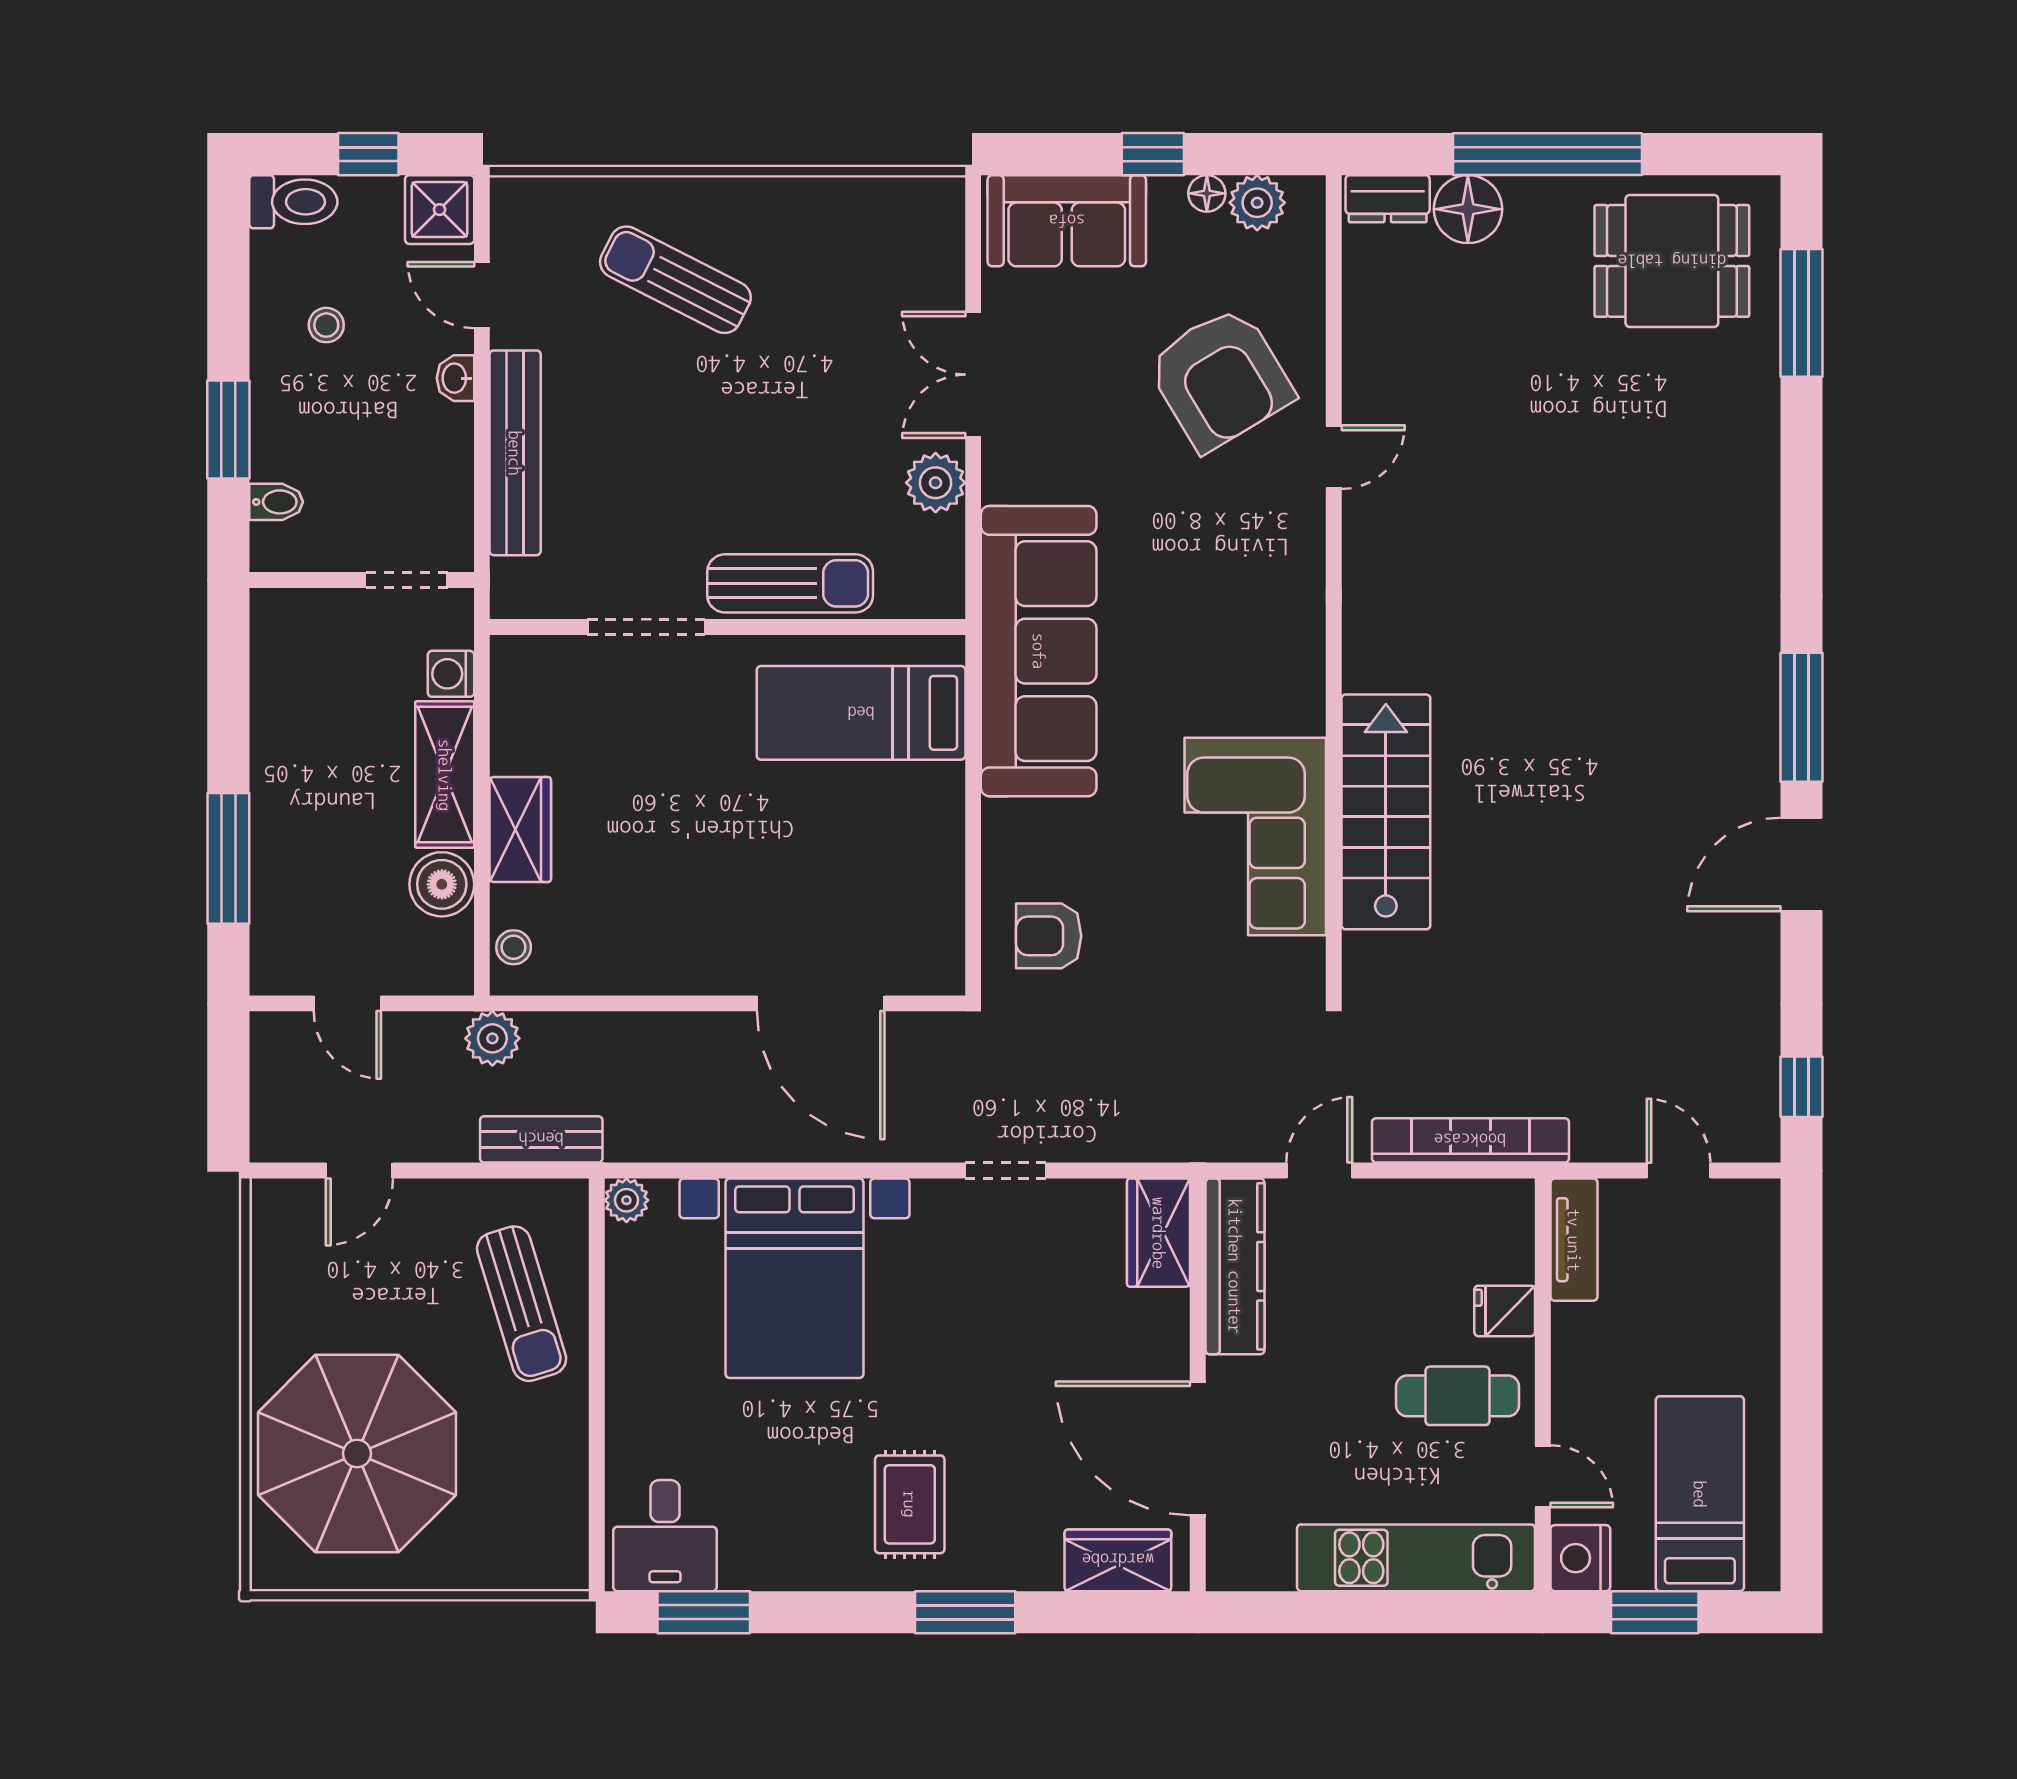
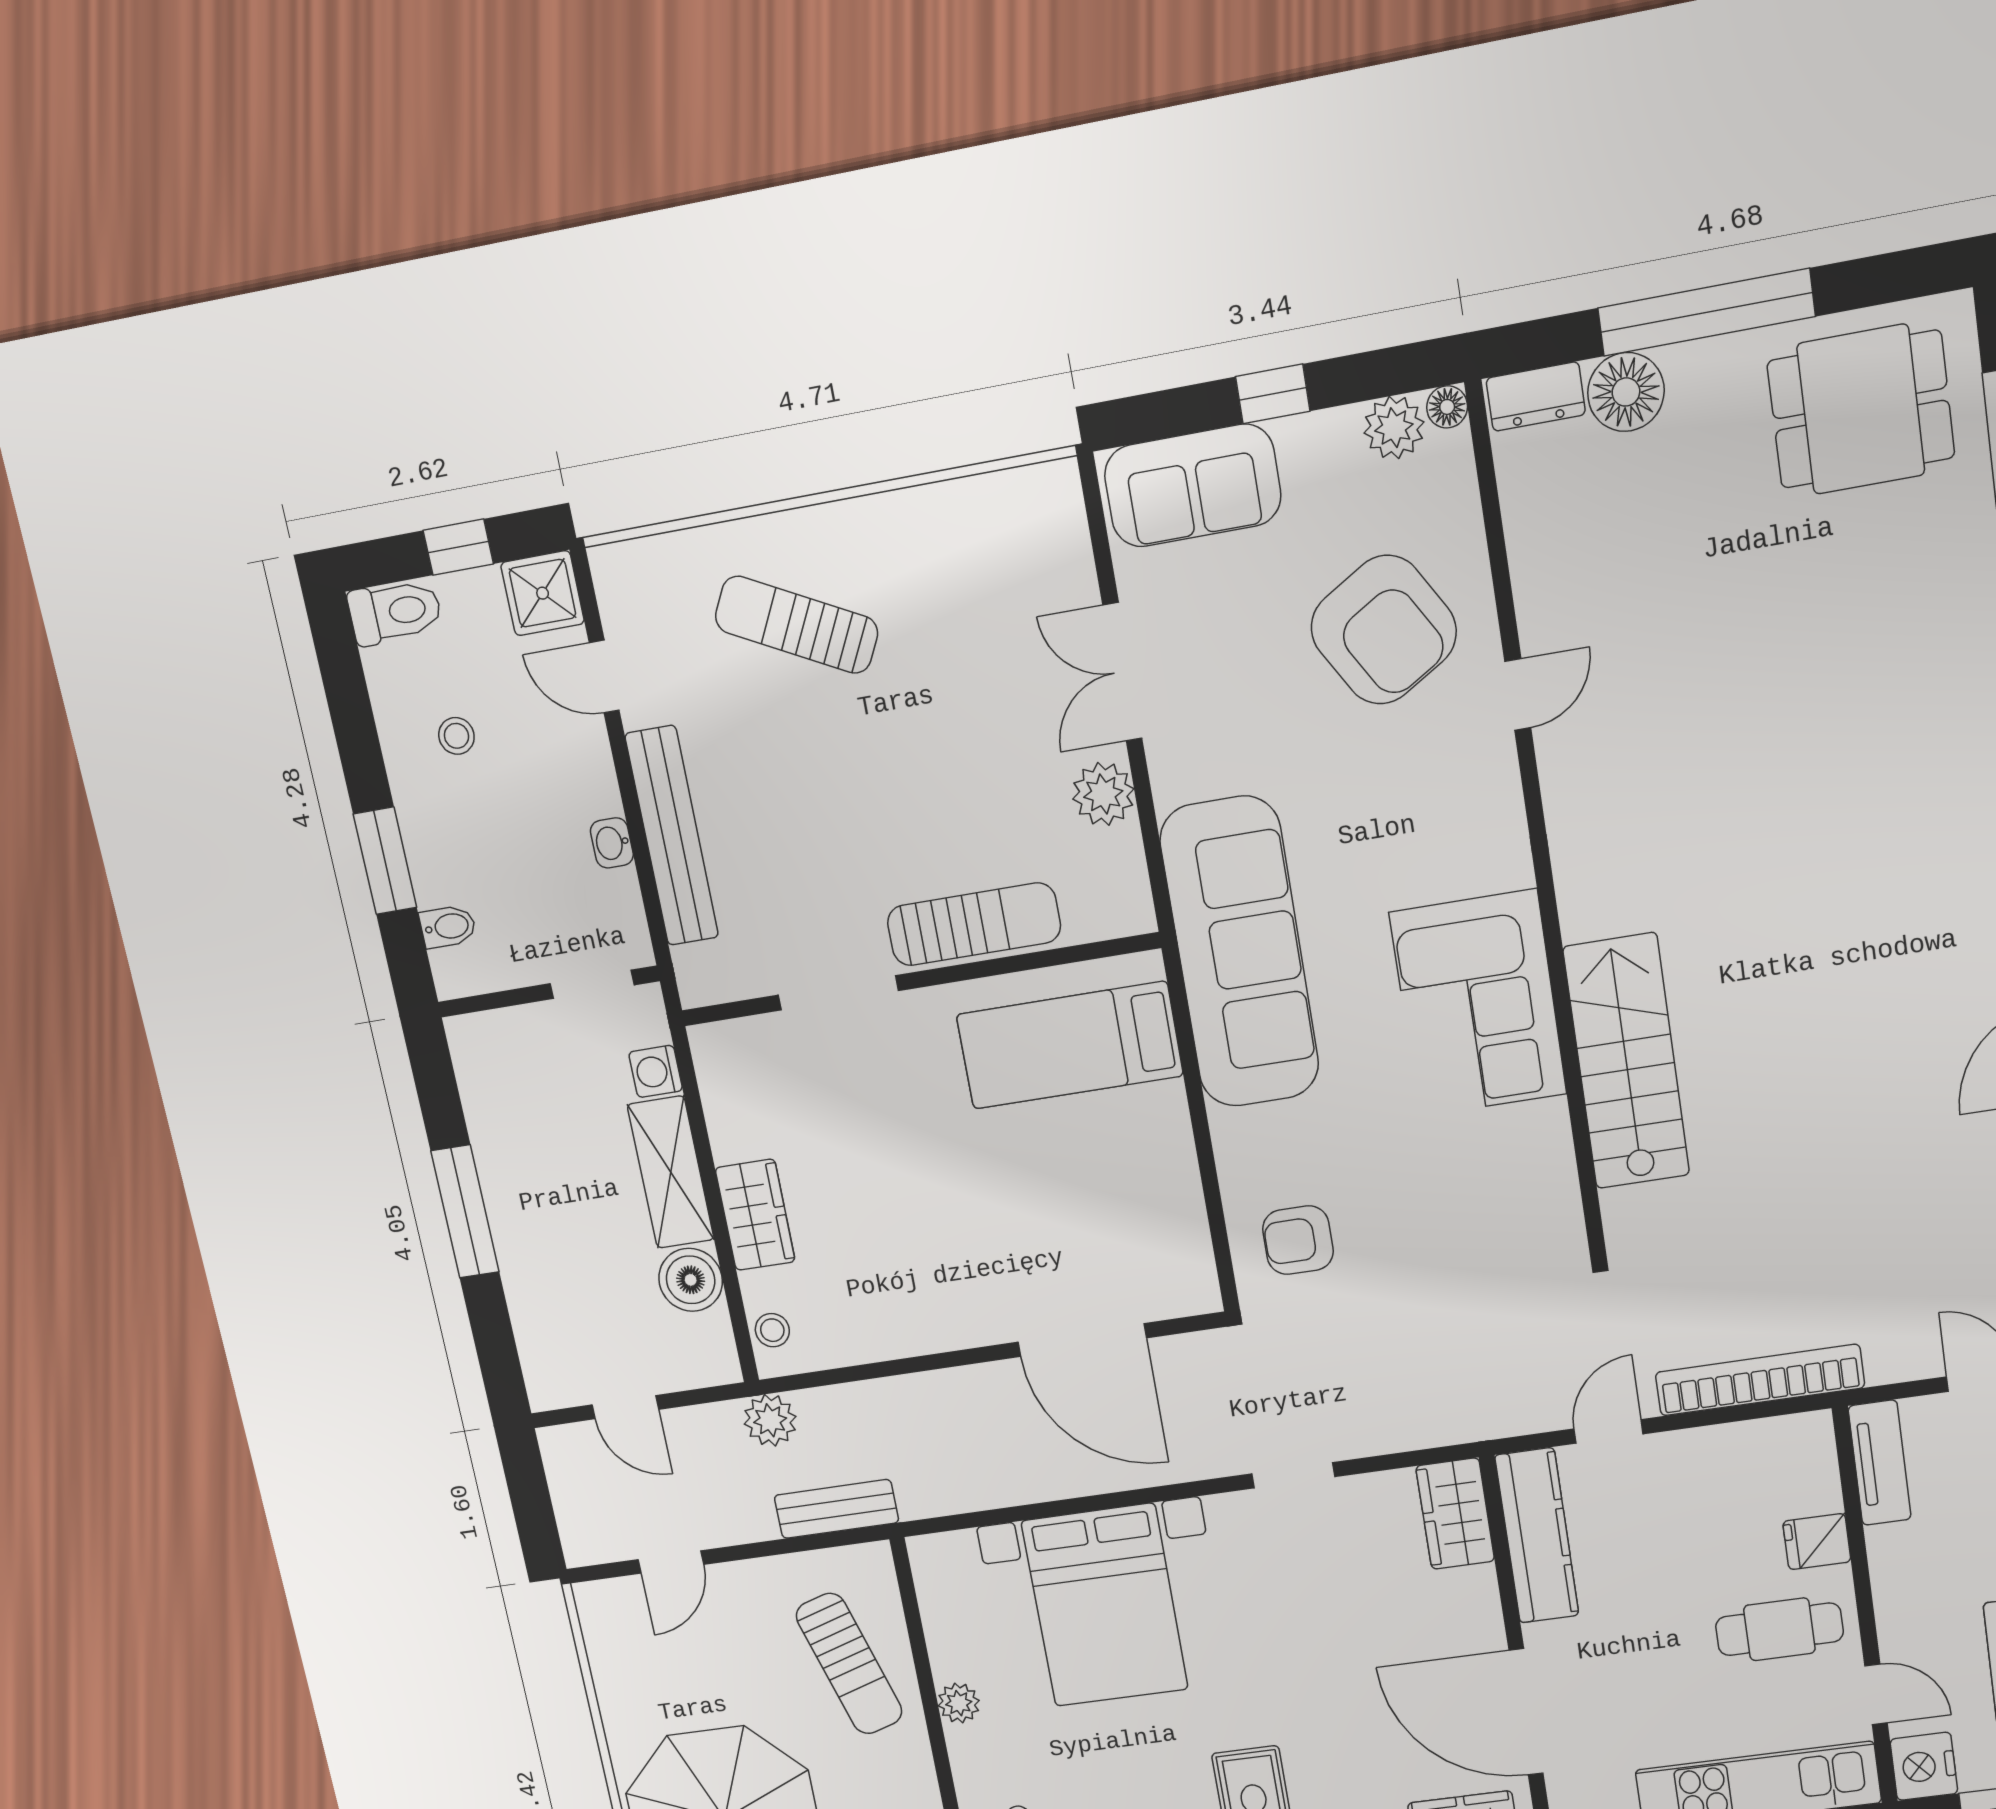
floor lamp: (1207, 193) -> (1447, 407), moved
washbasin: (455, 378) -> (612, 843), moved
corner sofa: (1255, 836) -> (1478, 1003), moved
window: (228, 858) -> (465, 1212), moved
plant: (626, 1200) -> (959, 1703), moved

